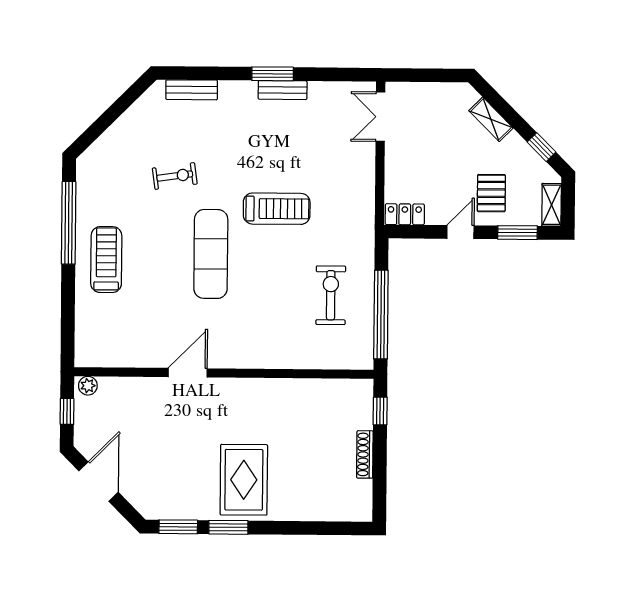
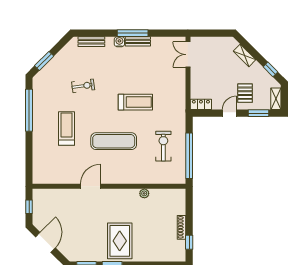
window: (273, 74) -> (133, 33), width x1.44
water cooler: (247, 90) -> (119, 42), added
window: (99, 127) -> (44, 61), added
exercise mat: (211, 254) -> (114, 141), moved, turned 90
treadmill: (106, 260) -> (67, 128), moved
plant: (88, 386) -> (144, 193), moved
window: (380, 411) -> (189, 242), moved

